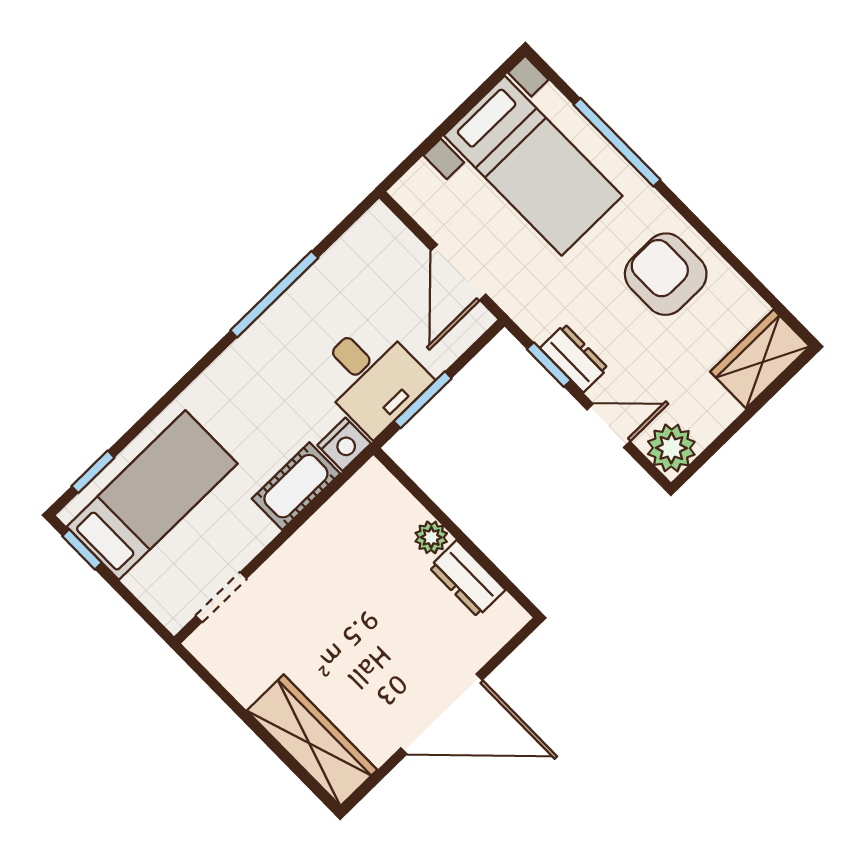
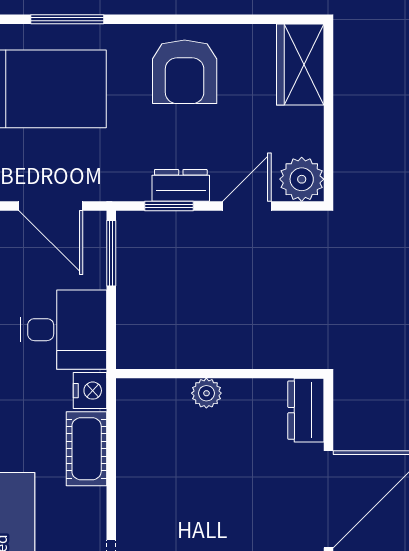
window: (617, 142) -> (67, 19), width x0.69
armchair: (666, 274) -> (185, 72), turned -90
window: (423, 400) -> (111, 253), moved
dresser: (467, 579) -> (306, 410), moved, turned 90

